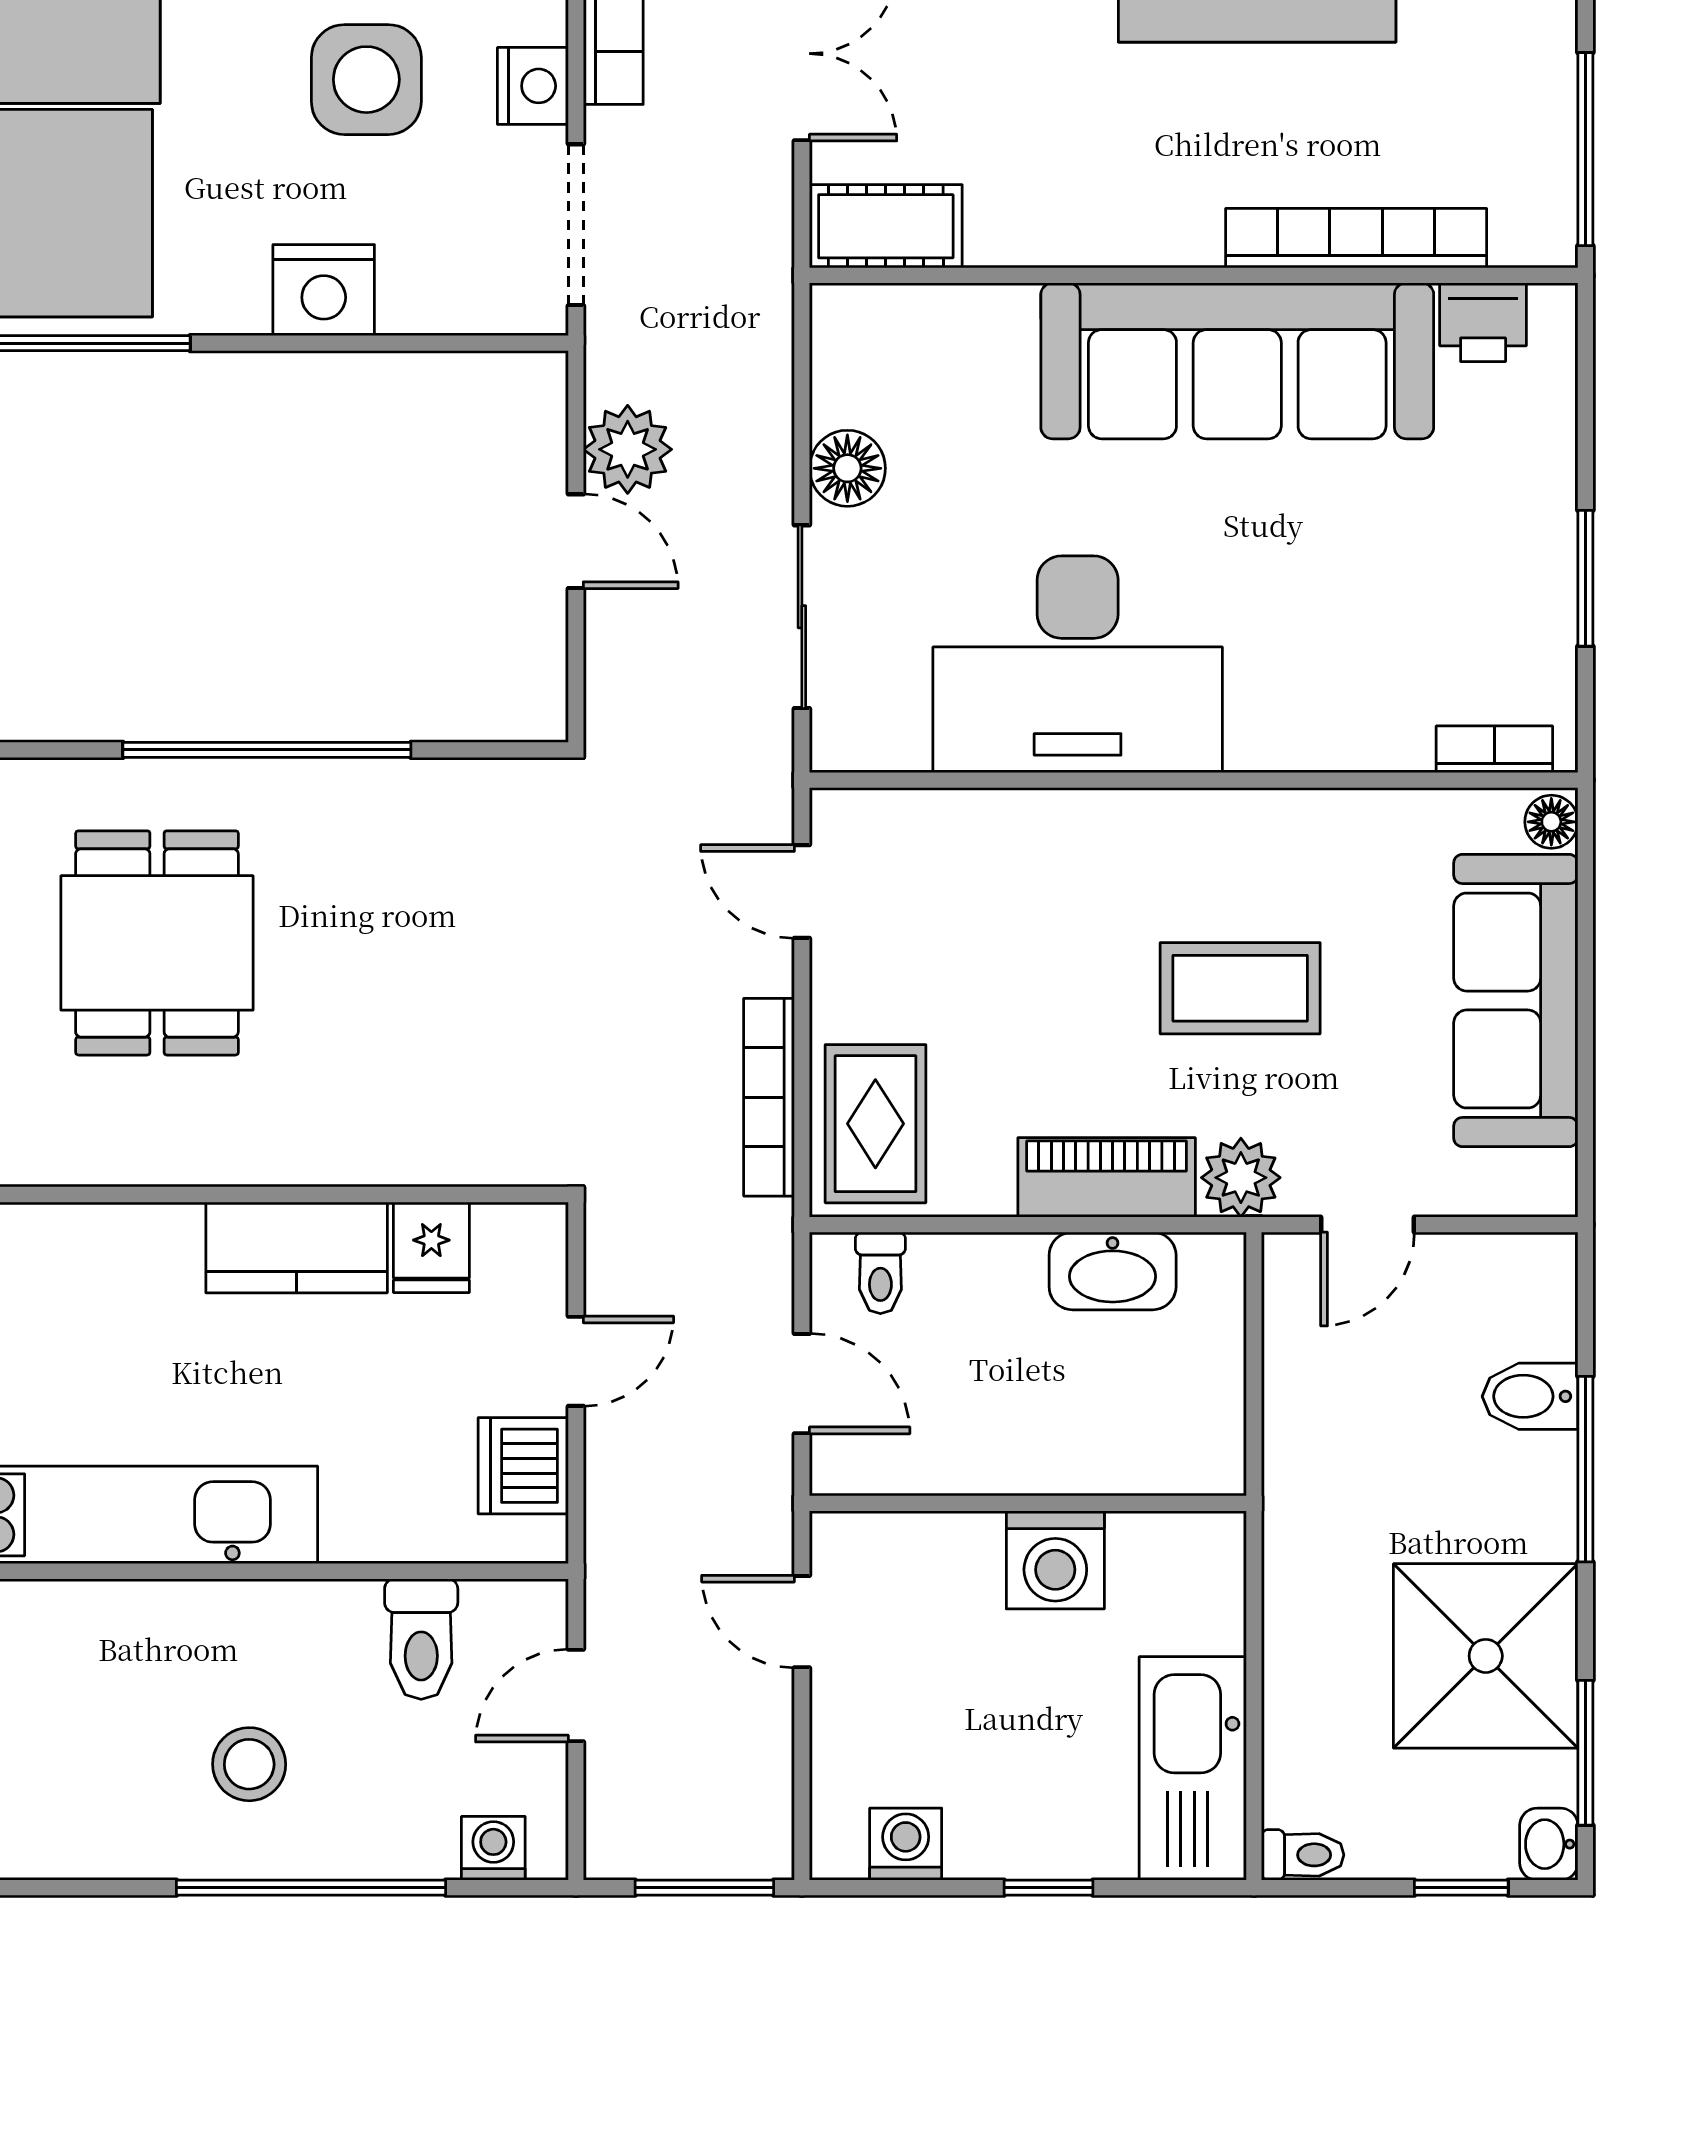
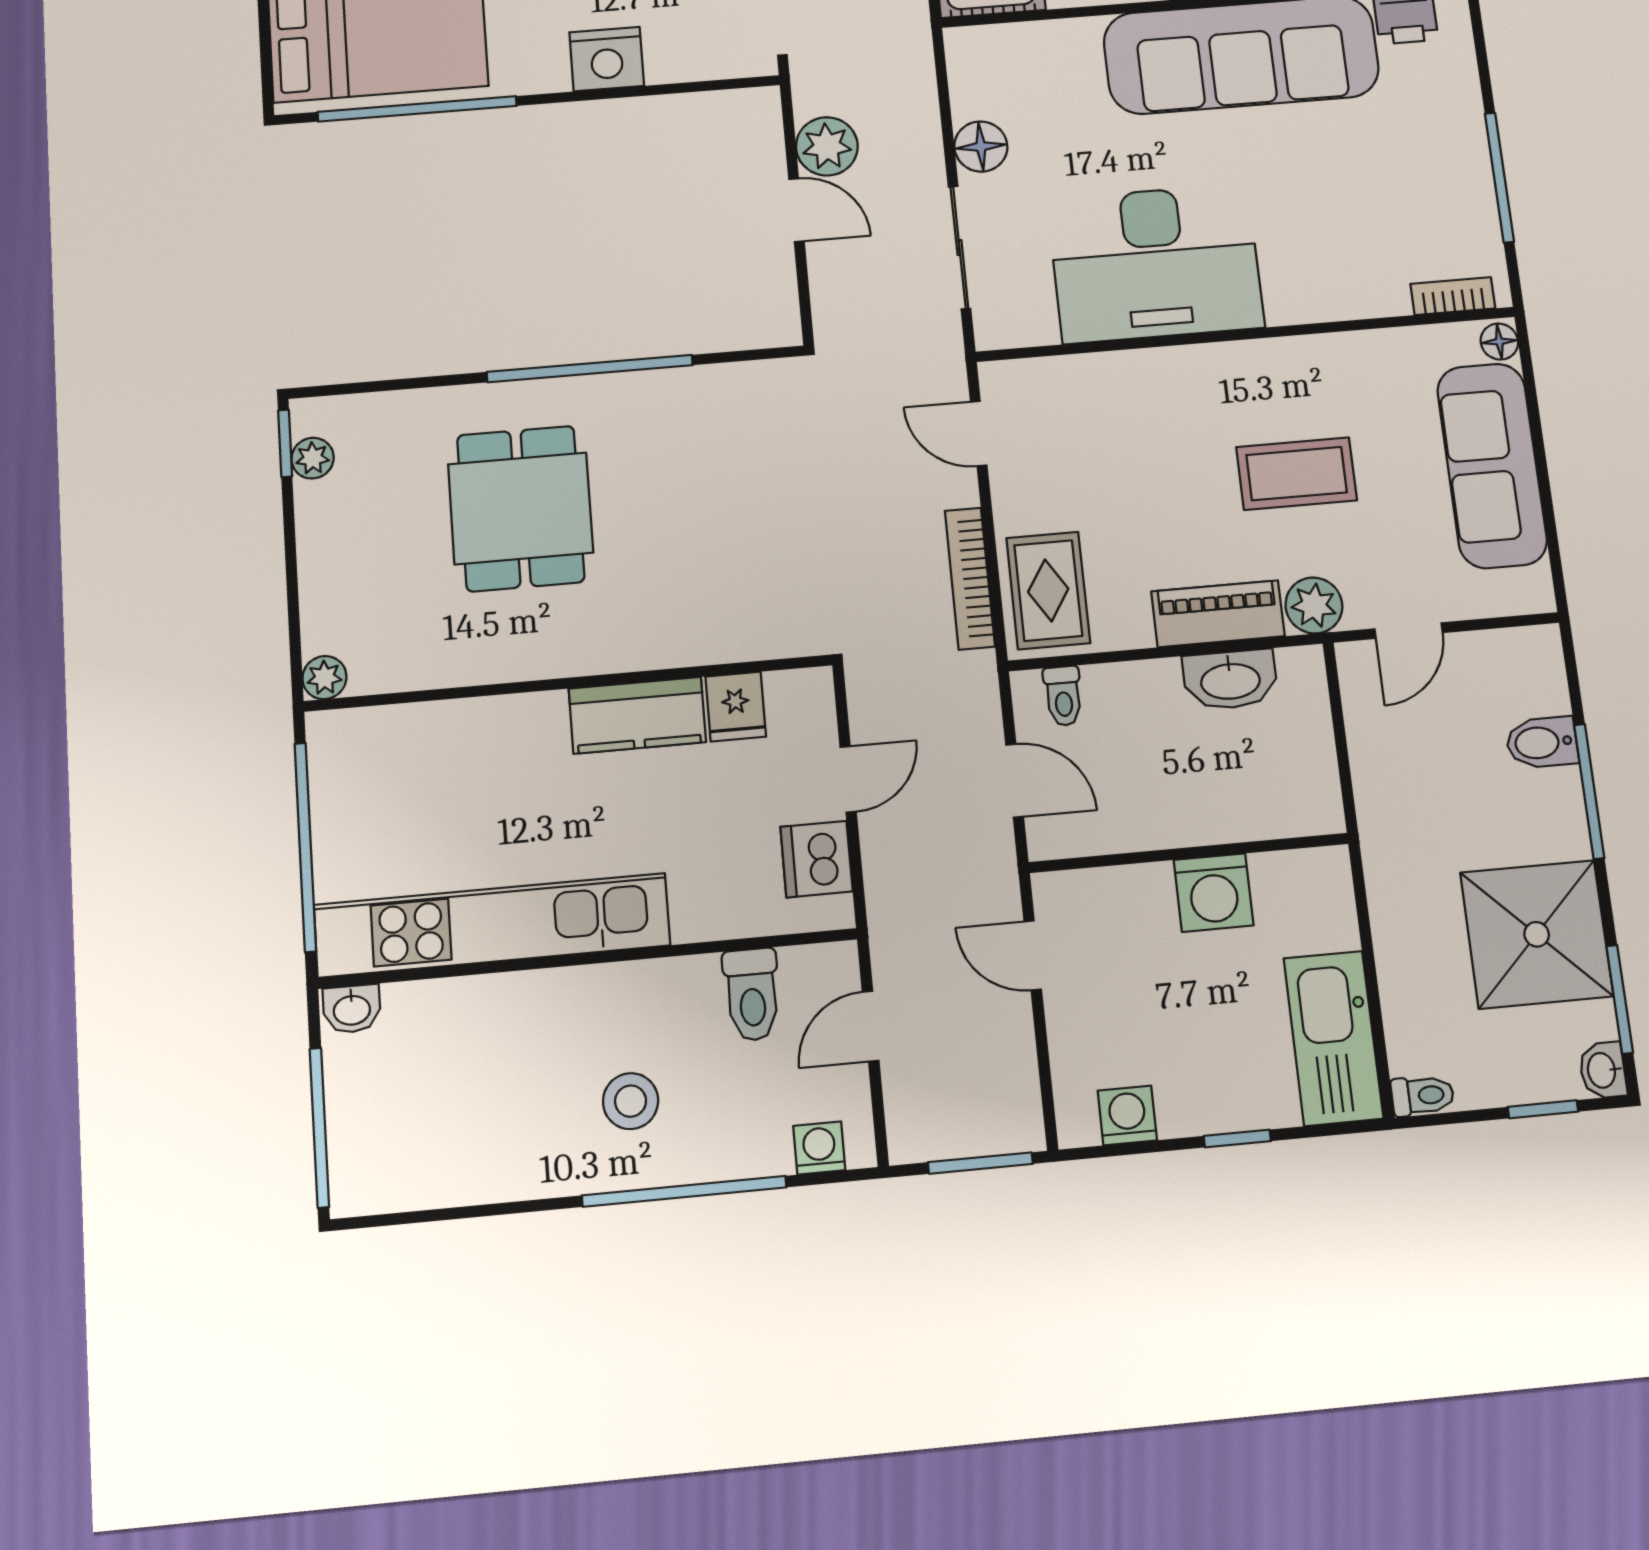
window: (1585, 578) -> (1499, 177), width x1.44

